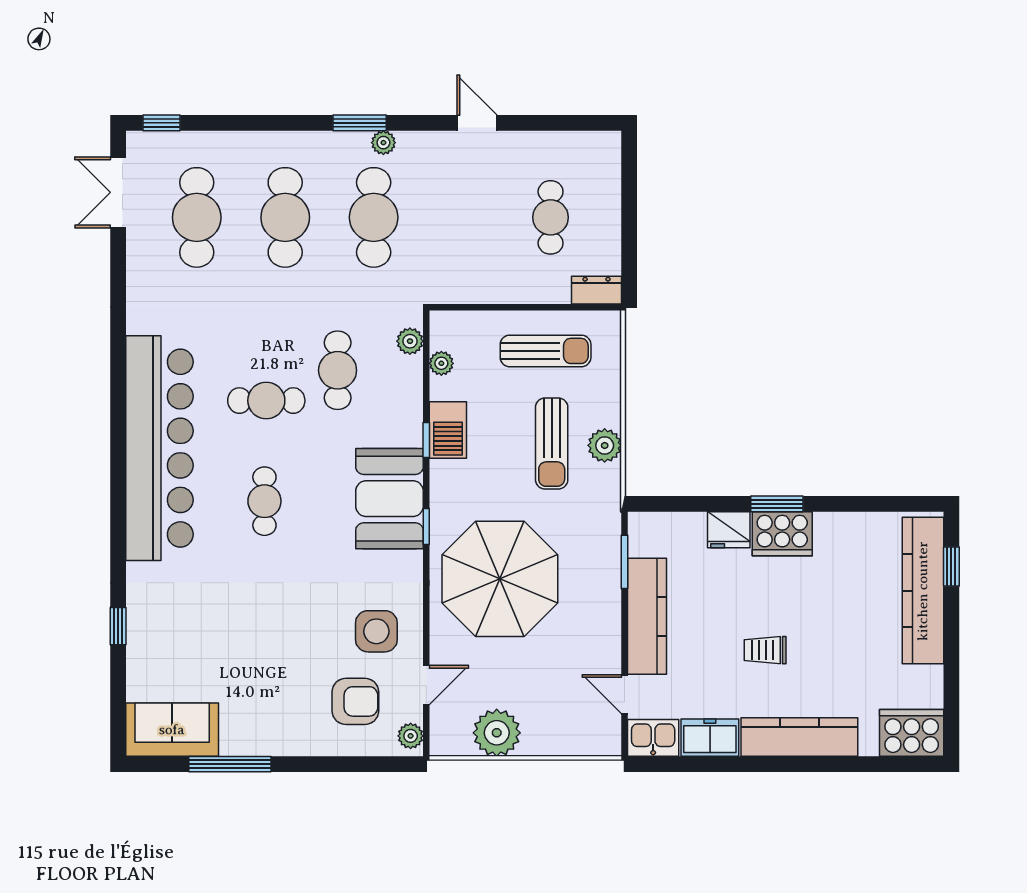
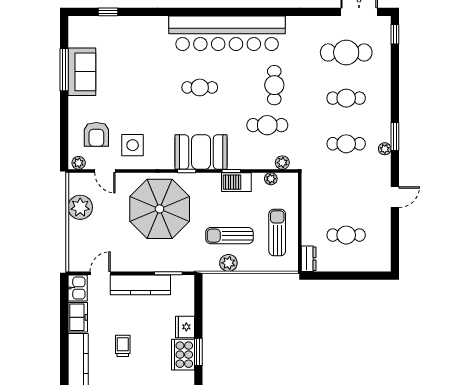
cafe table: (285, 217) -> (346, 98), width x0.73, depth x0.74
cafe table: (374, 217) -> (346, 144), width x0.73, depth x0.74
sun lounger: (546, 351) -> (277, 232), turned 180
cafe table: (266, 401) -> (274, 85), moved
window: (118, 626) -> (108, 12), moved
sofa: (172, 730) -> (82, 72), moved

